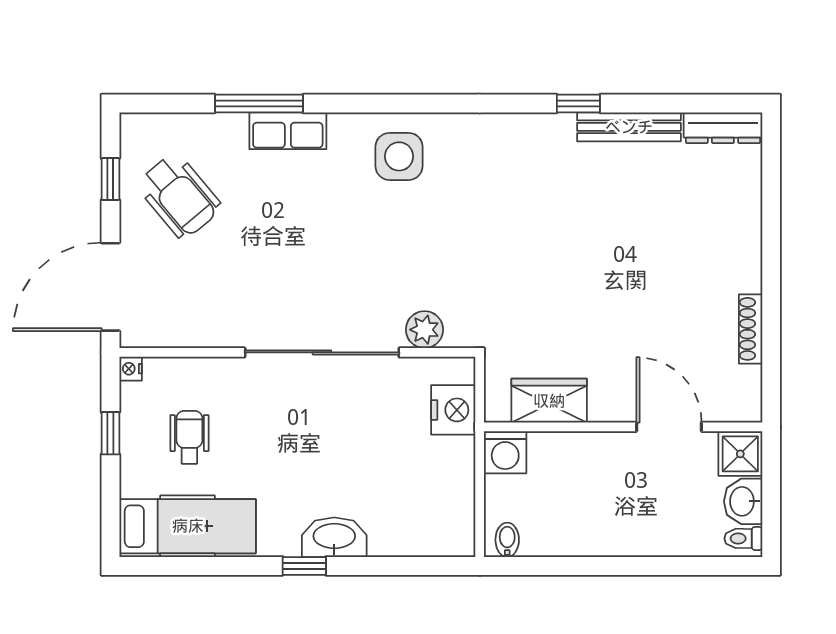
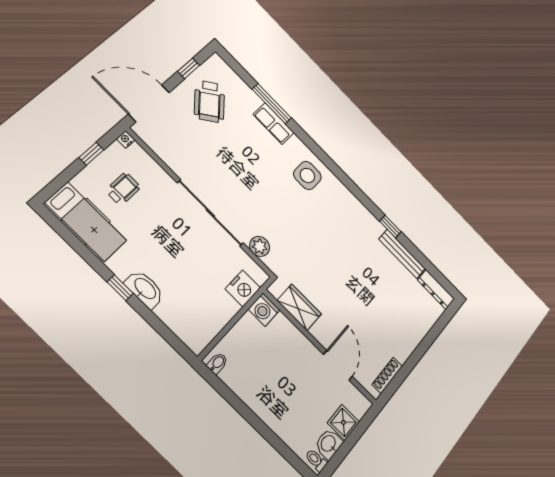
wardrobe: (549, 401) -> (299, 307), moved
wall: (623, 427) -> (320, 347), moved
door: (669, 427) -> (338, 365), moved
washing machine: (505, 452) -> (264, 310), moved

